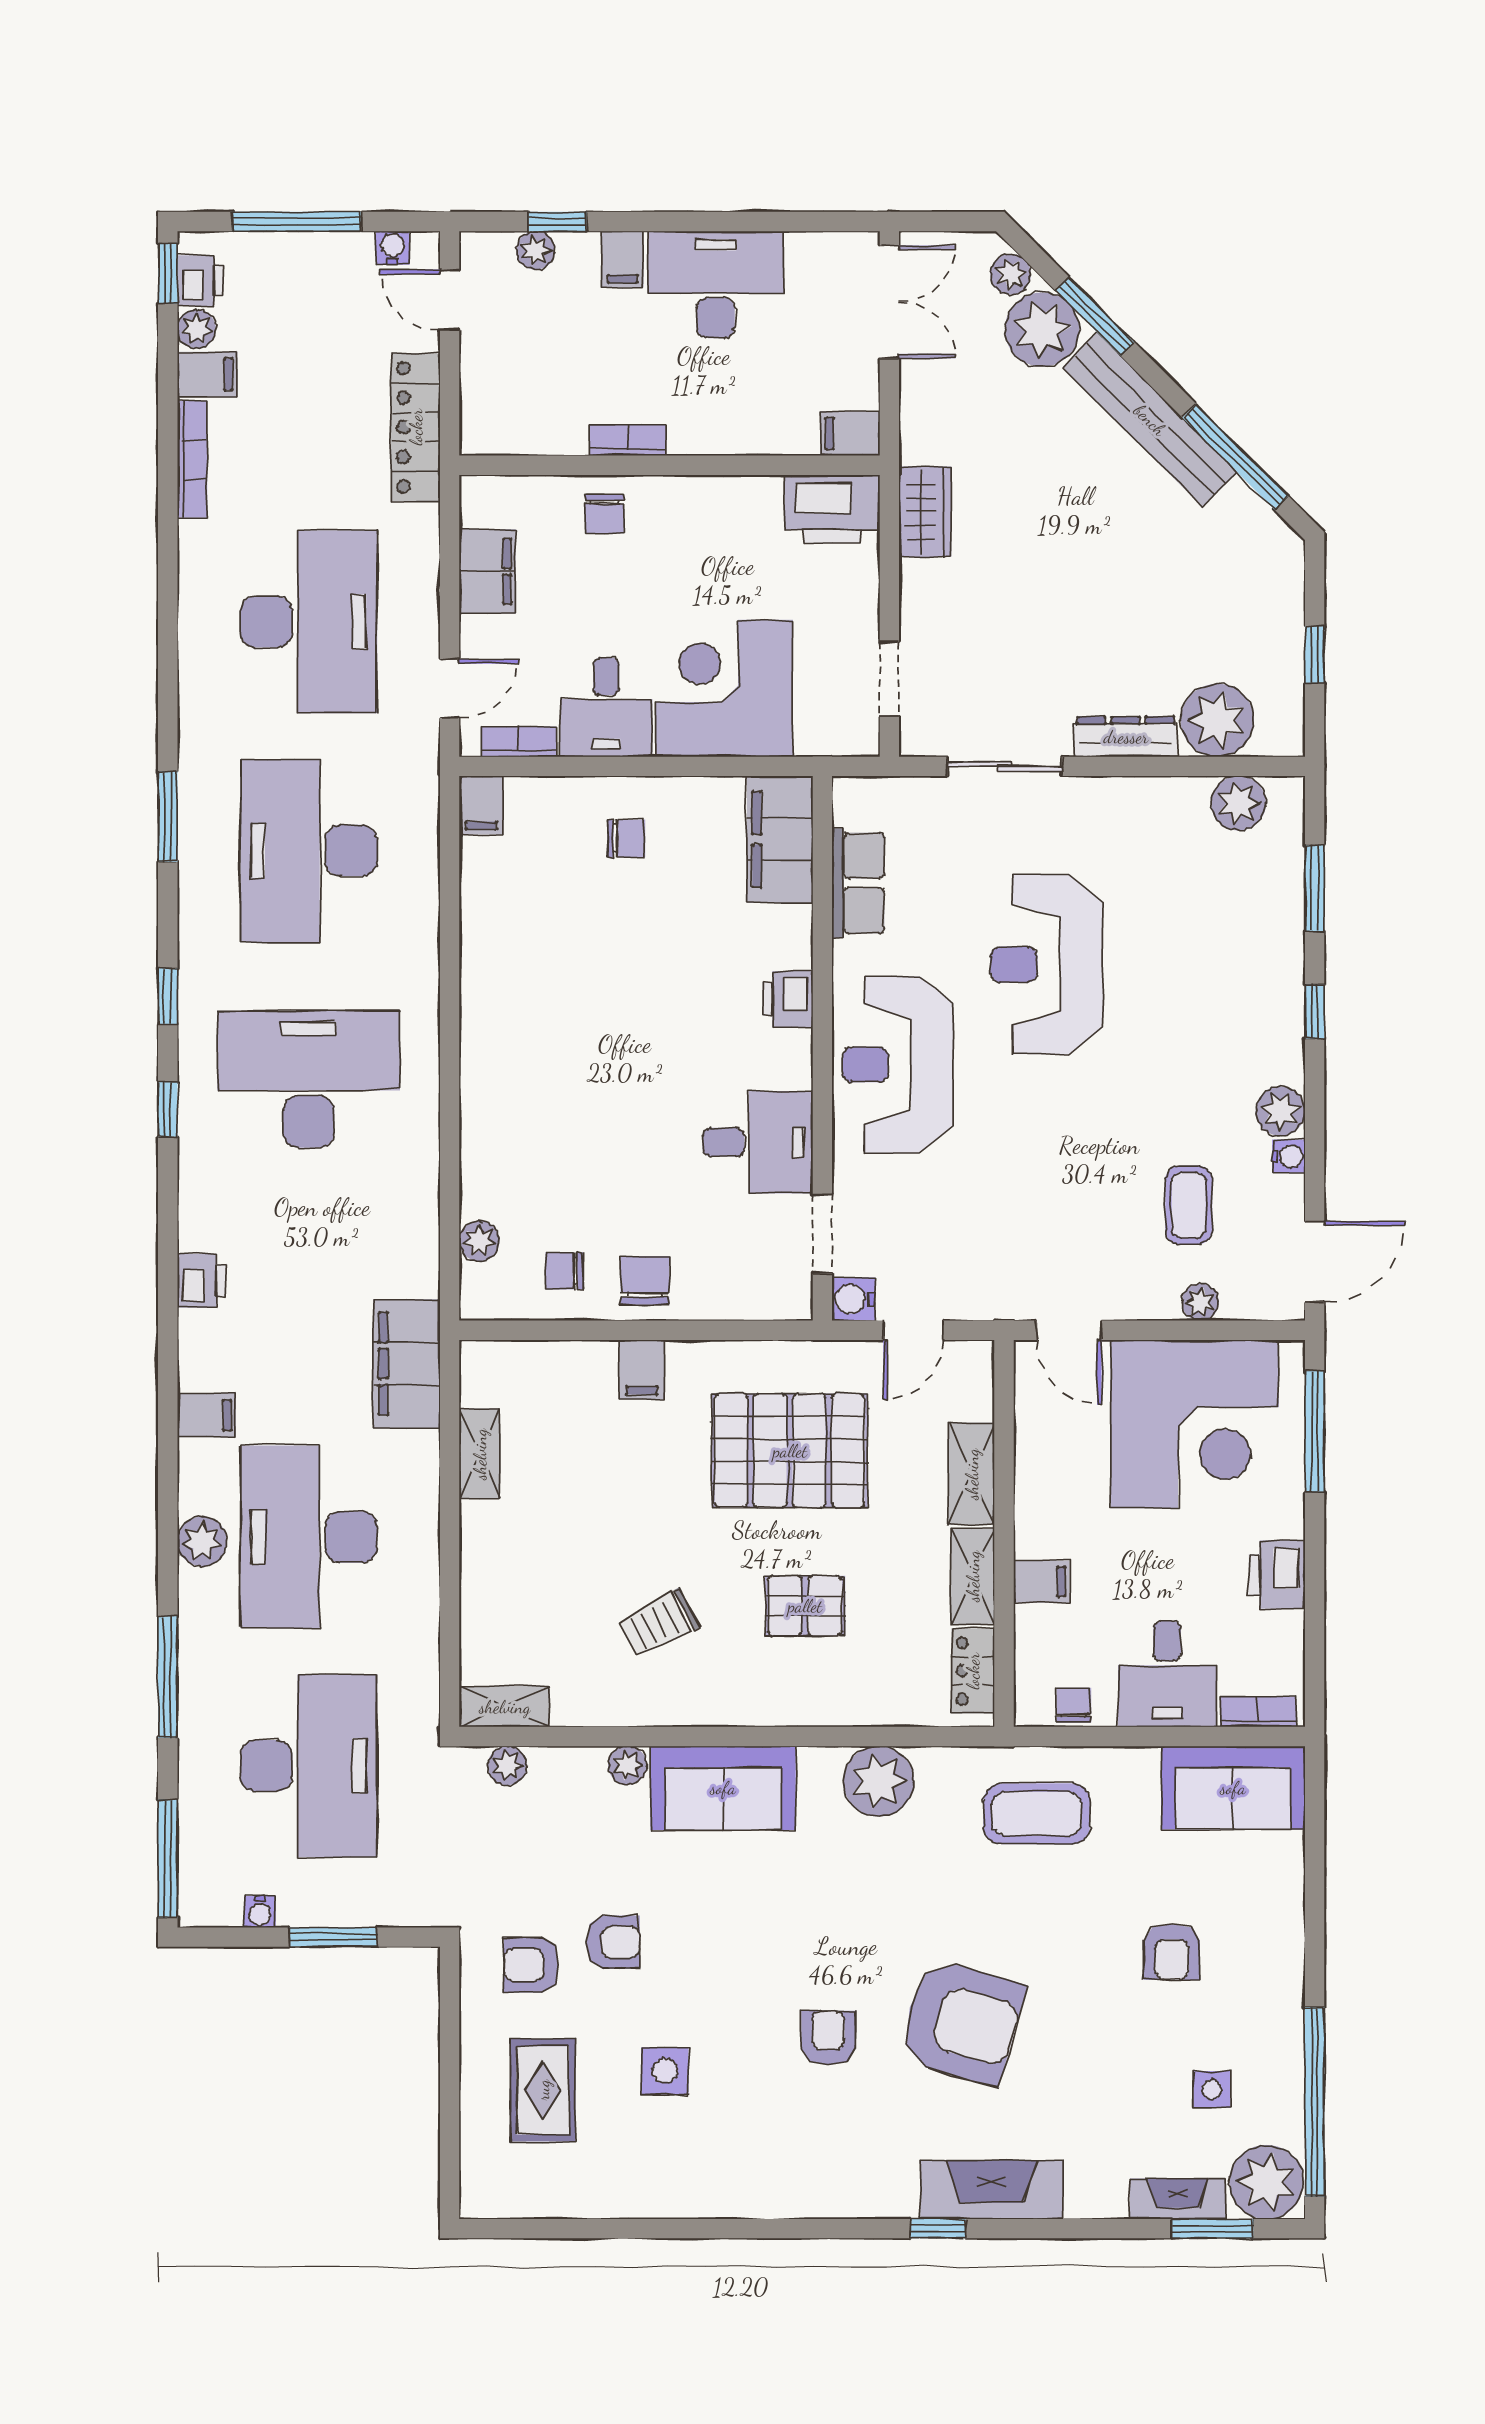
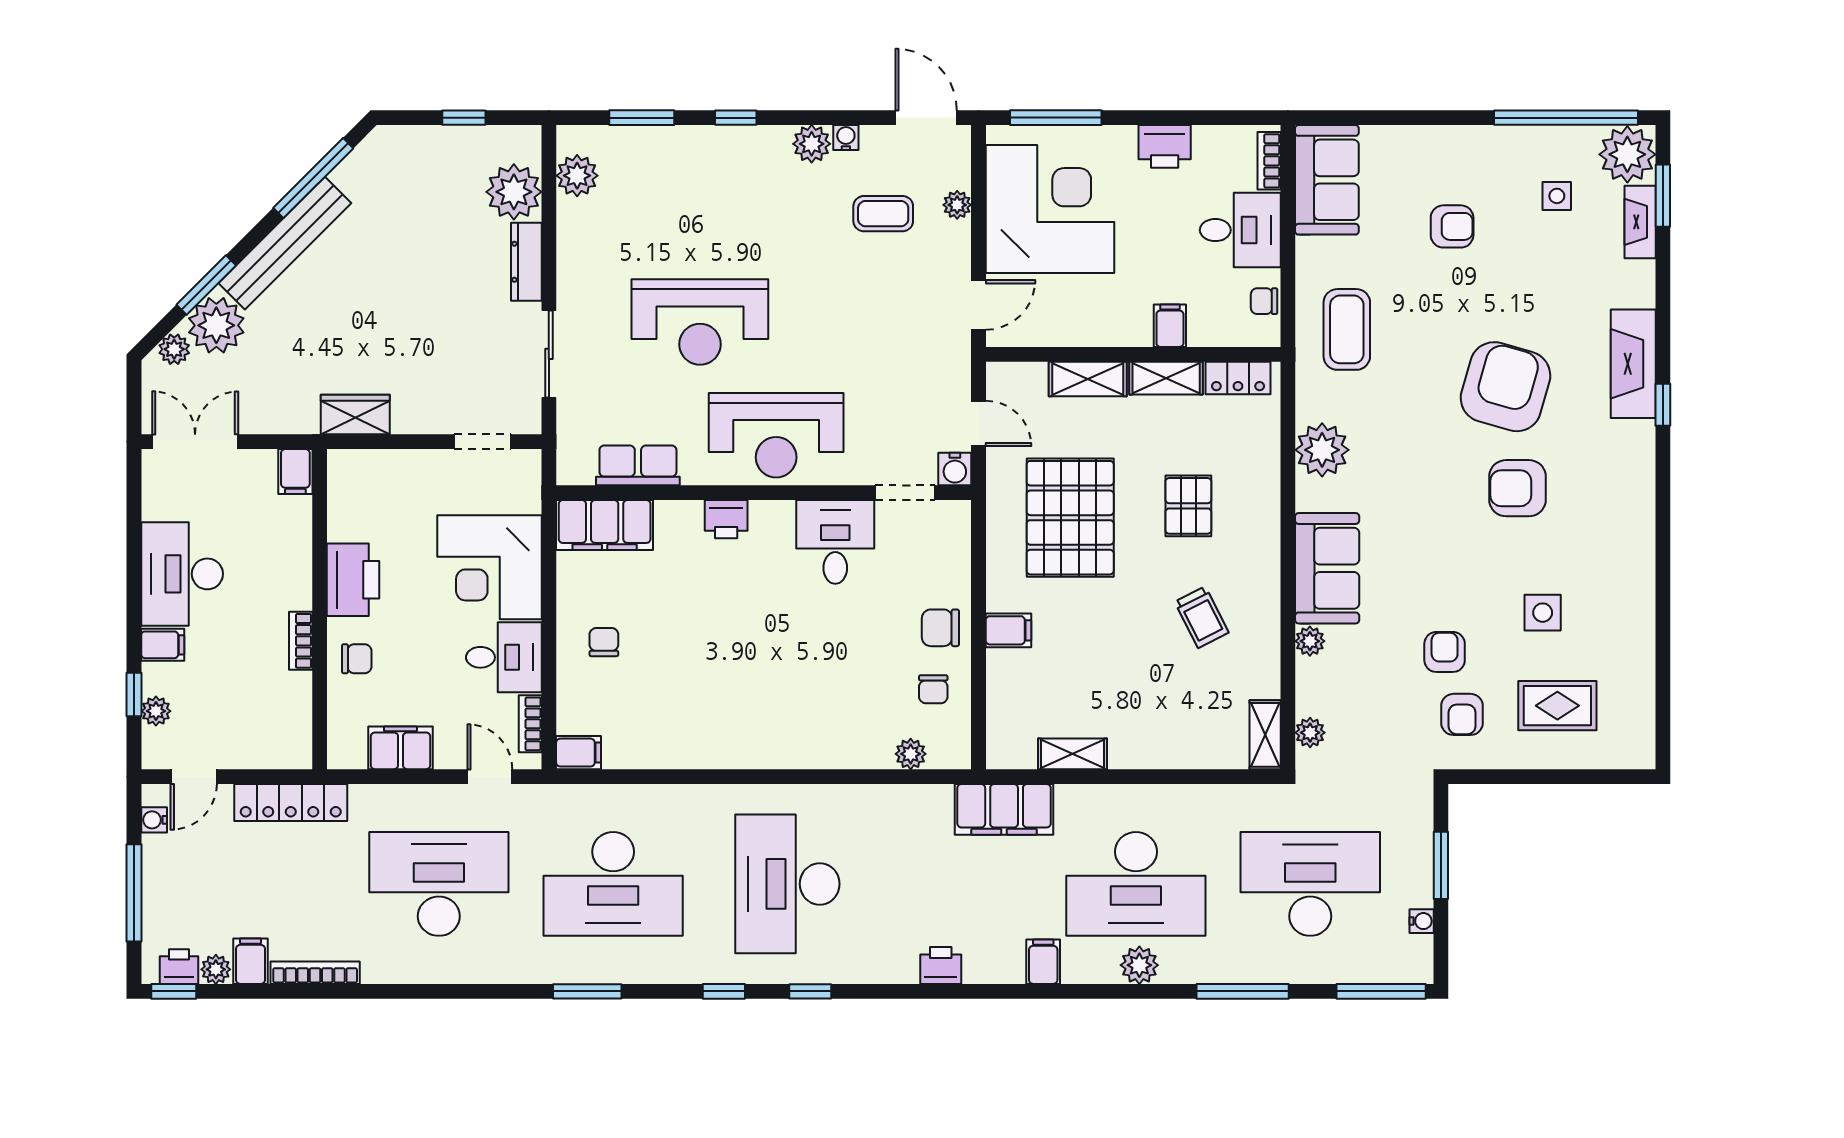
printer: (832, 509) -> (353, 580), moved
armchair: (828, 2038) -> (1518, 488), width x1.38, depth x1.38

